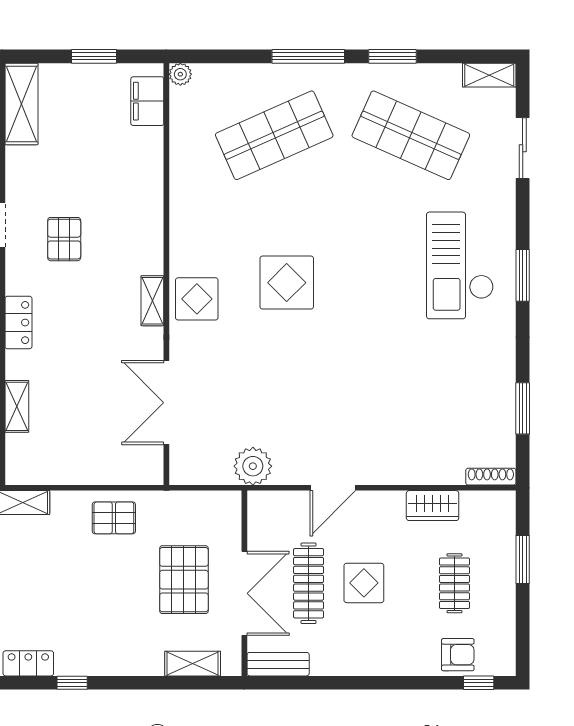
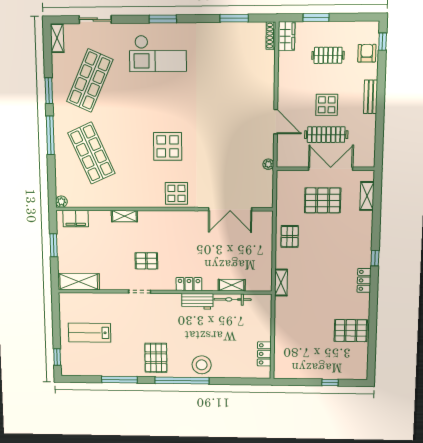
shelving: (152, 301) -> (124, 216), moved
plant: (253, 466) -> (268, 164), width x0.53, depth x0.53
wardrobe: (433, 506) -> (286, 36), moved
bench: (278, 664) -> (371, 97), moved

